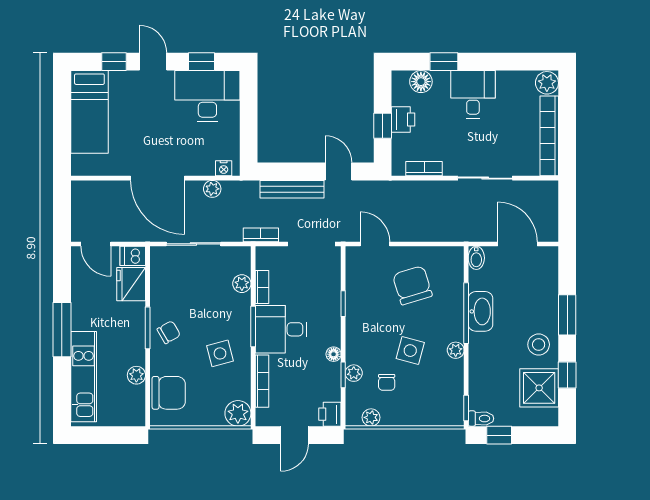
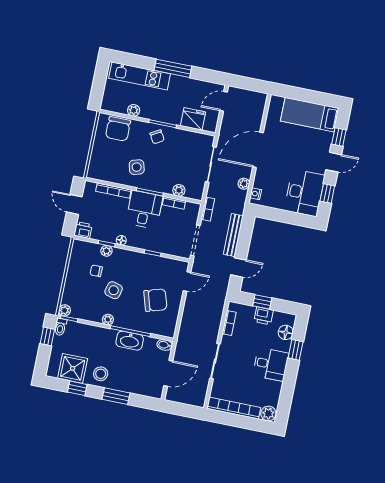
dishwasher: (133, 256) -> (211, 124), removed
plant: (238, 413) -> (96, 171), removed
plant: (371, 417) -> (65, 310), moved

